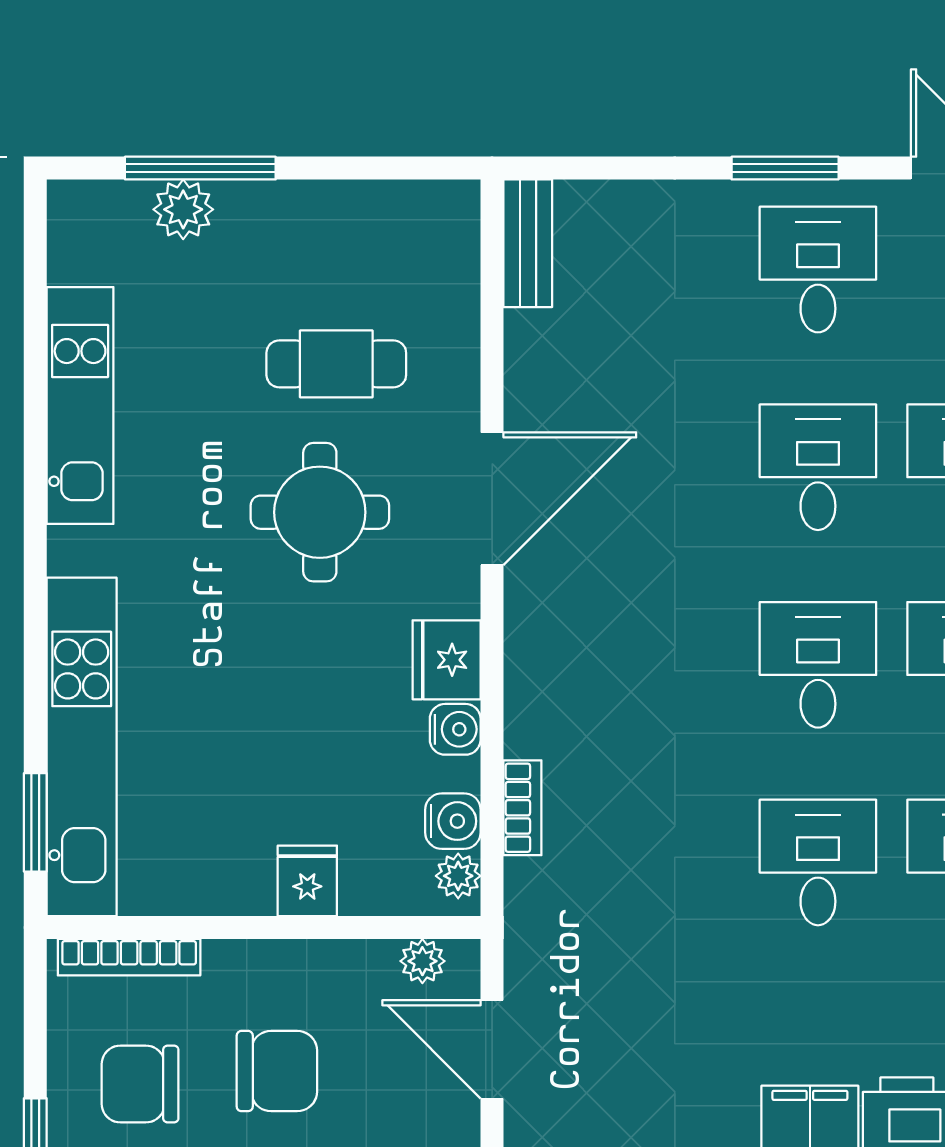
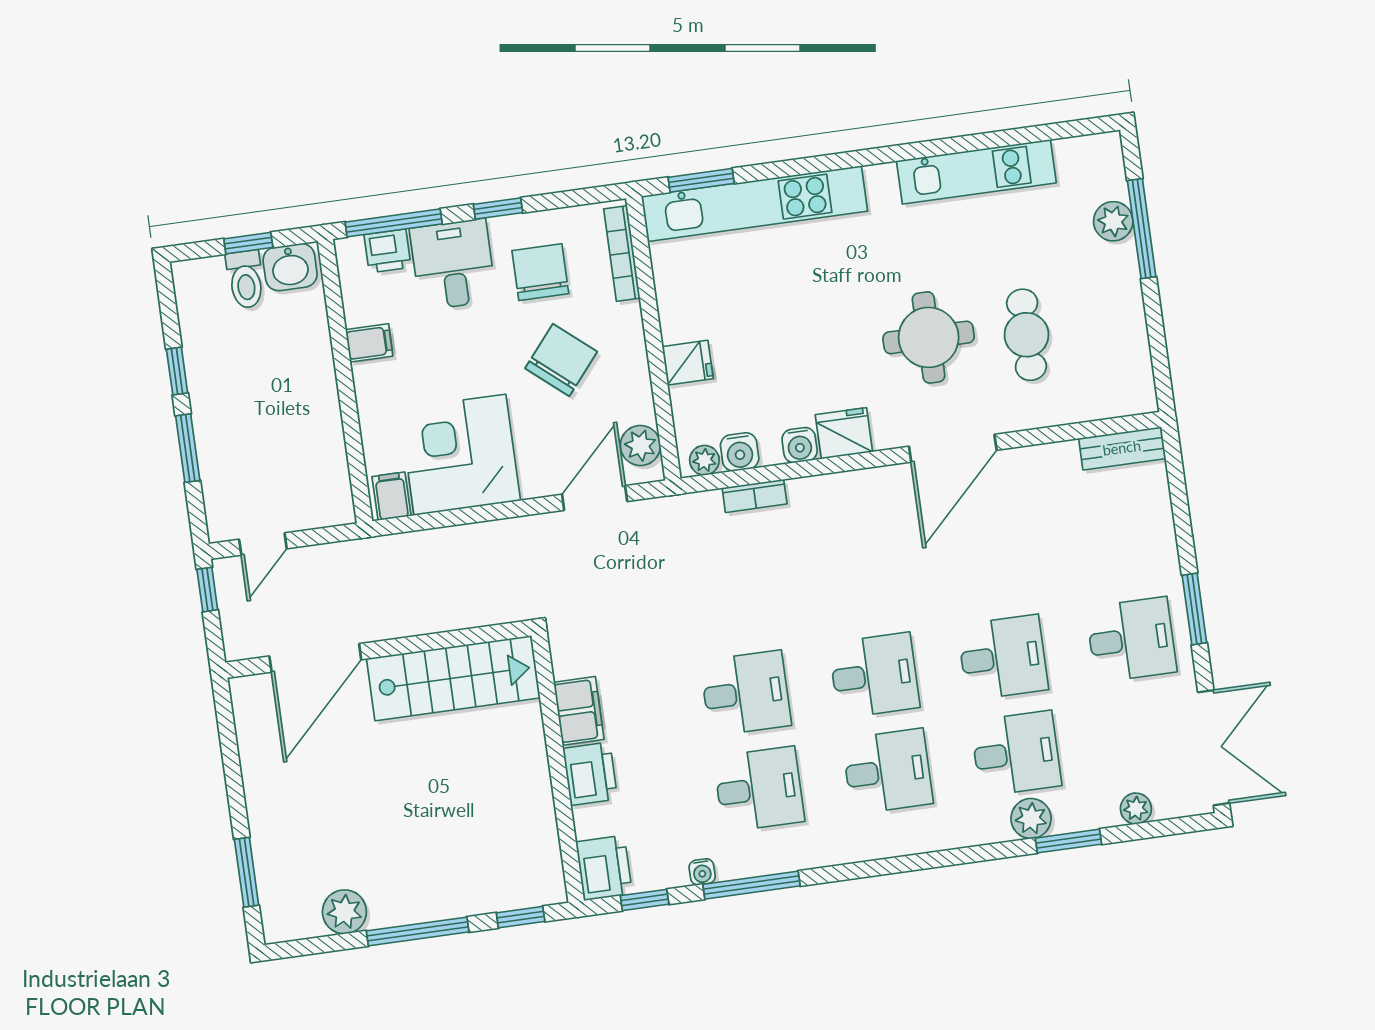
door: (492, 499) -> (953, 448), hinge flipped
plant: (422, 961) -> (640, 445), width x1.38, depth x1.38
chair: (277, 1071) -> (561, 360), turned -140

